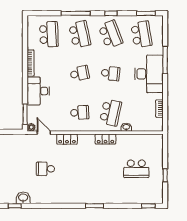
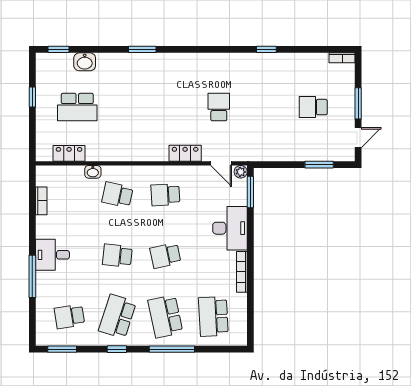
school desk: (110, 34) -> (117, 316), turned 39
school desk: (141, 34) -> (69, 316), width x0.54
desk: (149, 74) -> (52, 255), width x0.53, depth x0.77
school desk: (110, 112) -> (117, 195), width x0.54
locker: (105, 139) -> (69, 153), moved
school desk: (45, 169) -> (219, 107), turned -90
school desk: (136, 169) -> (77, 107), turned 180
washbasin: (23, 198) -> (85, 62), moved

